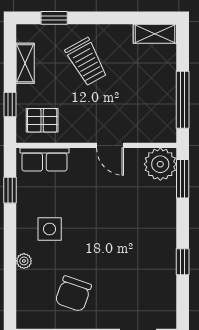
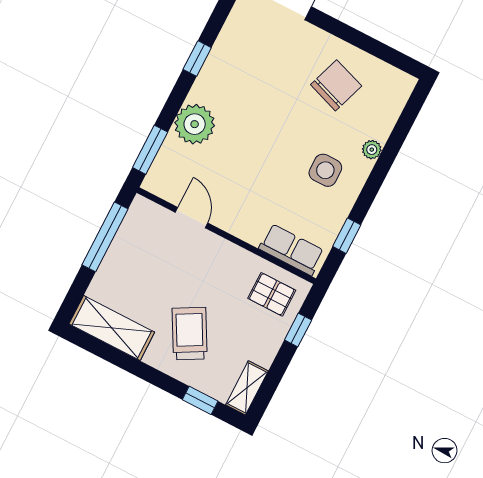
shelving: (155, 34) -> (112, 328), width x1.50, depth x1.33
shelving: (25, 63) -> (247, 388), moved
door: (110, 145) -> (191, 218), moved
plant: (160, 164) -> (195, 124), moved

